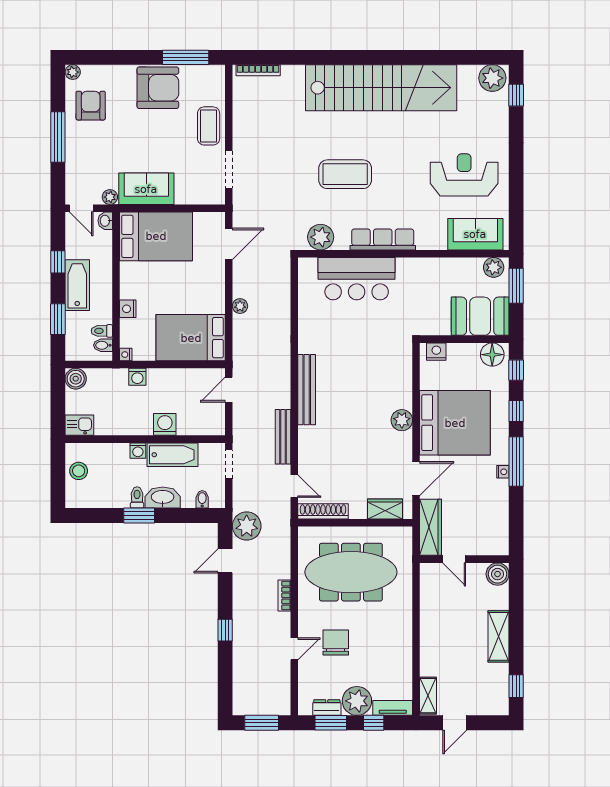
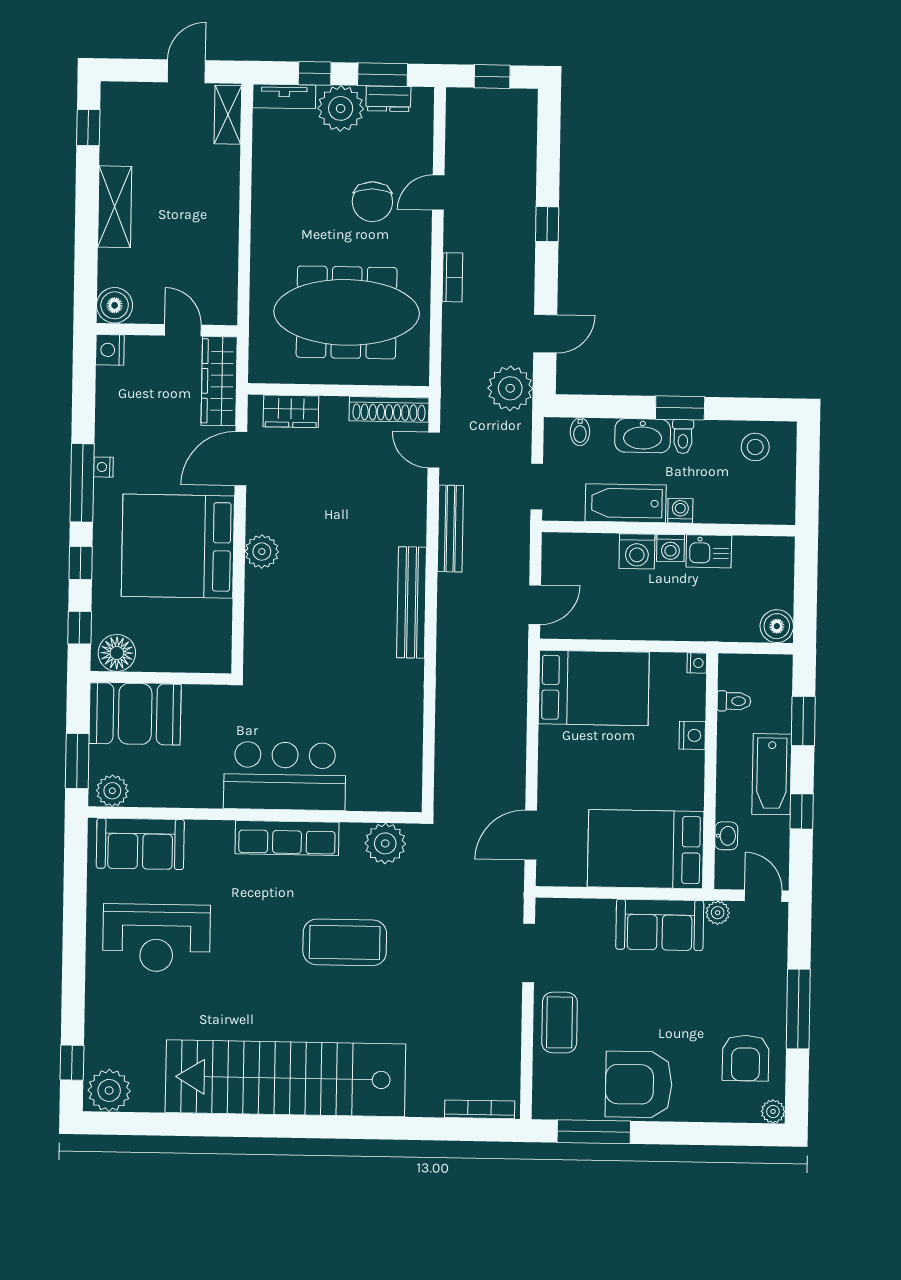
washbasin: (105, 221) -> (726, 836), moved
bar counter: (357, 279) -> (285, 776), moved
plant: (240, 306) -> (515, 737), removed
bidet: (103, 345) -> (733, 678), removed
nightstand: (436, 352) -> (110, 350), moved, turned 90
washing machine: (137, 377) -> (670, 548), moved, turned 180
kitchen sink: (79, 425) -> (709, 551), moved
stool: (79, 471) -> (755, 447), moved
window: (262, 723) -> (492, 77), width x0.67

